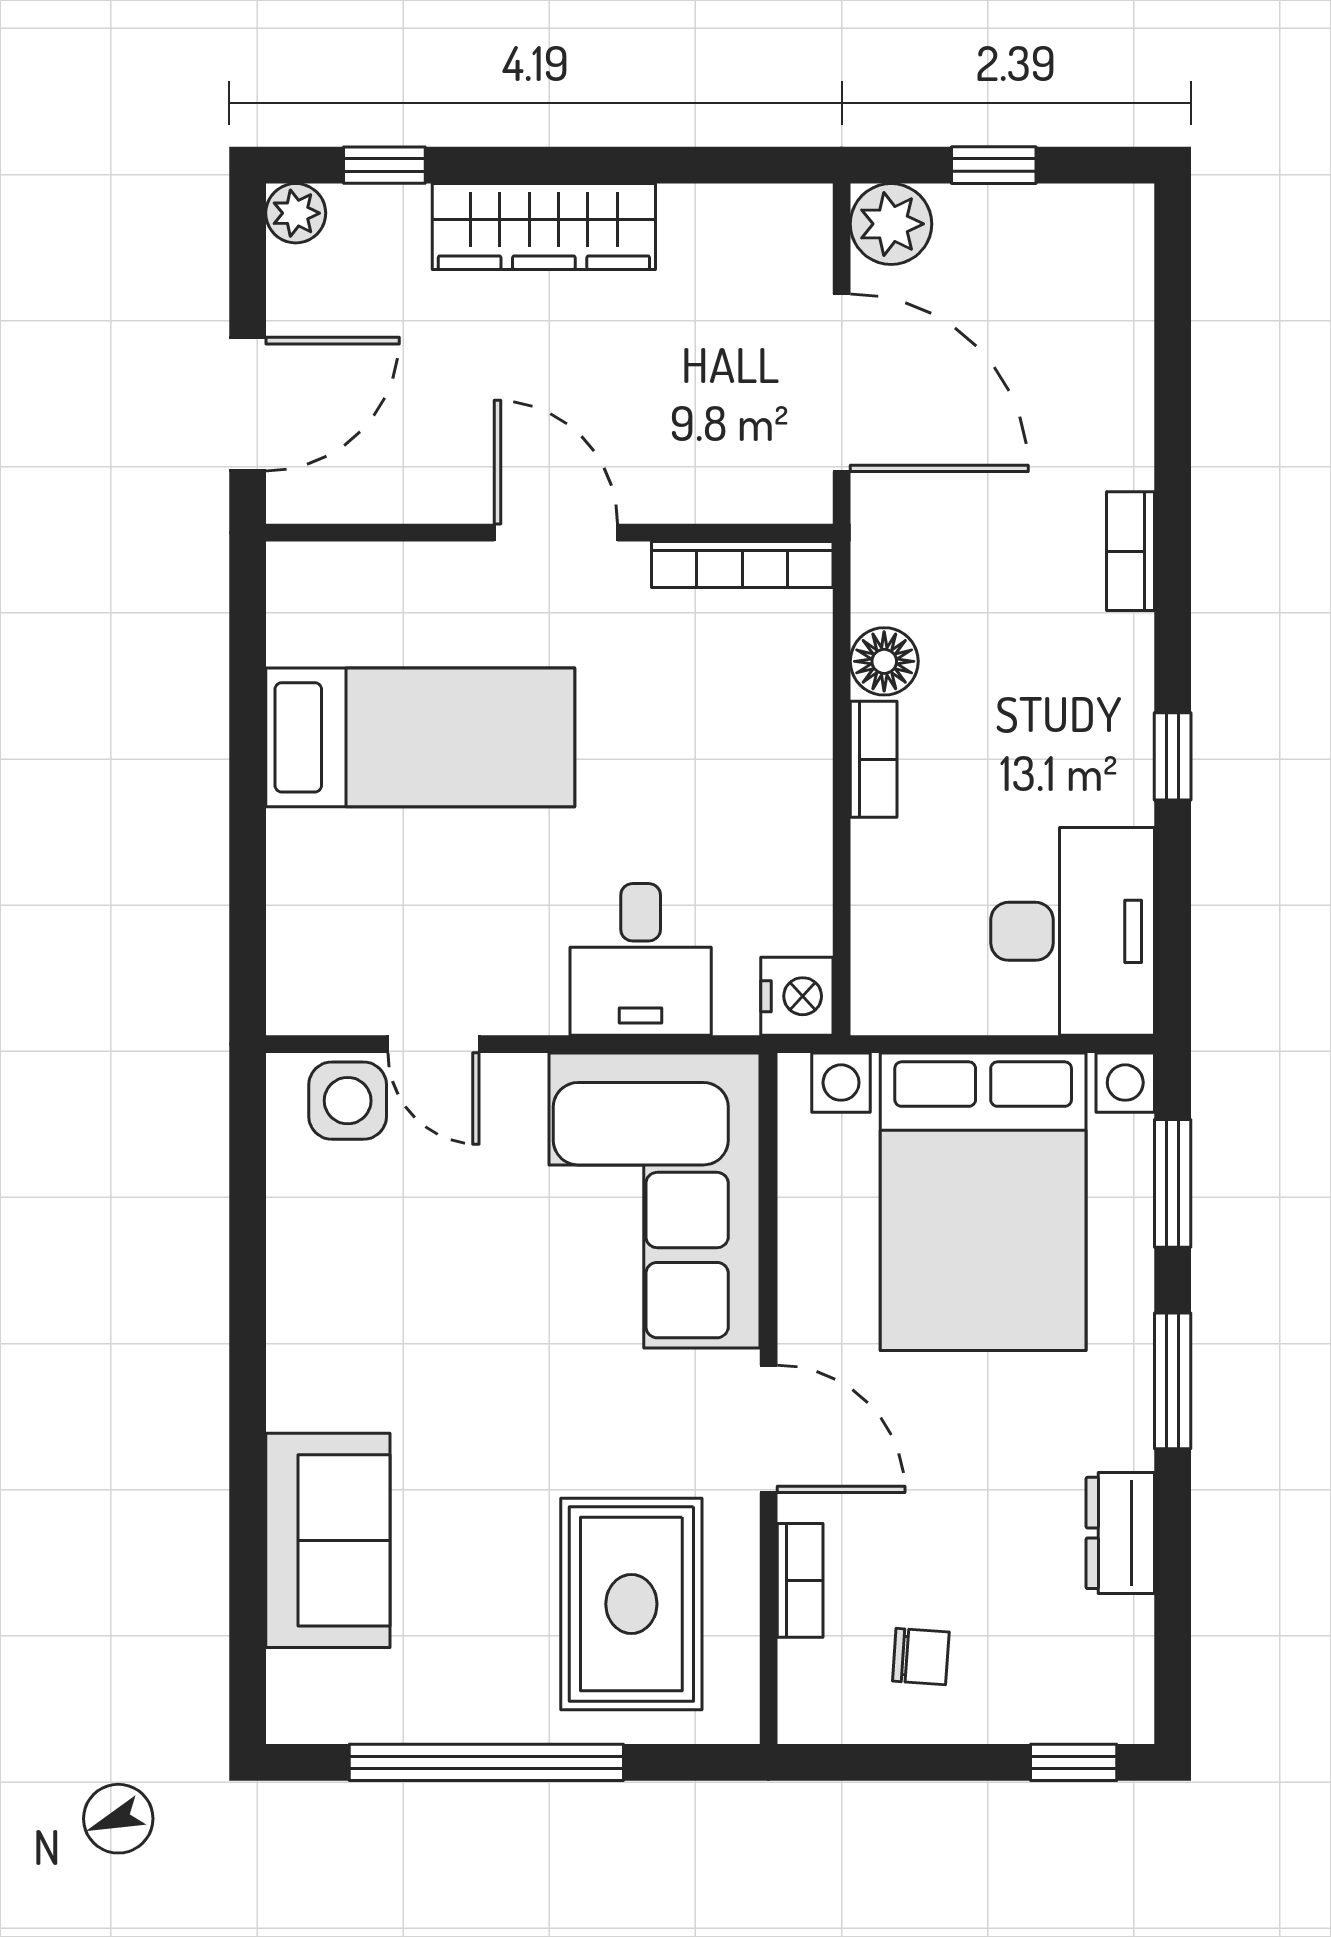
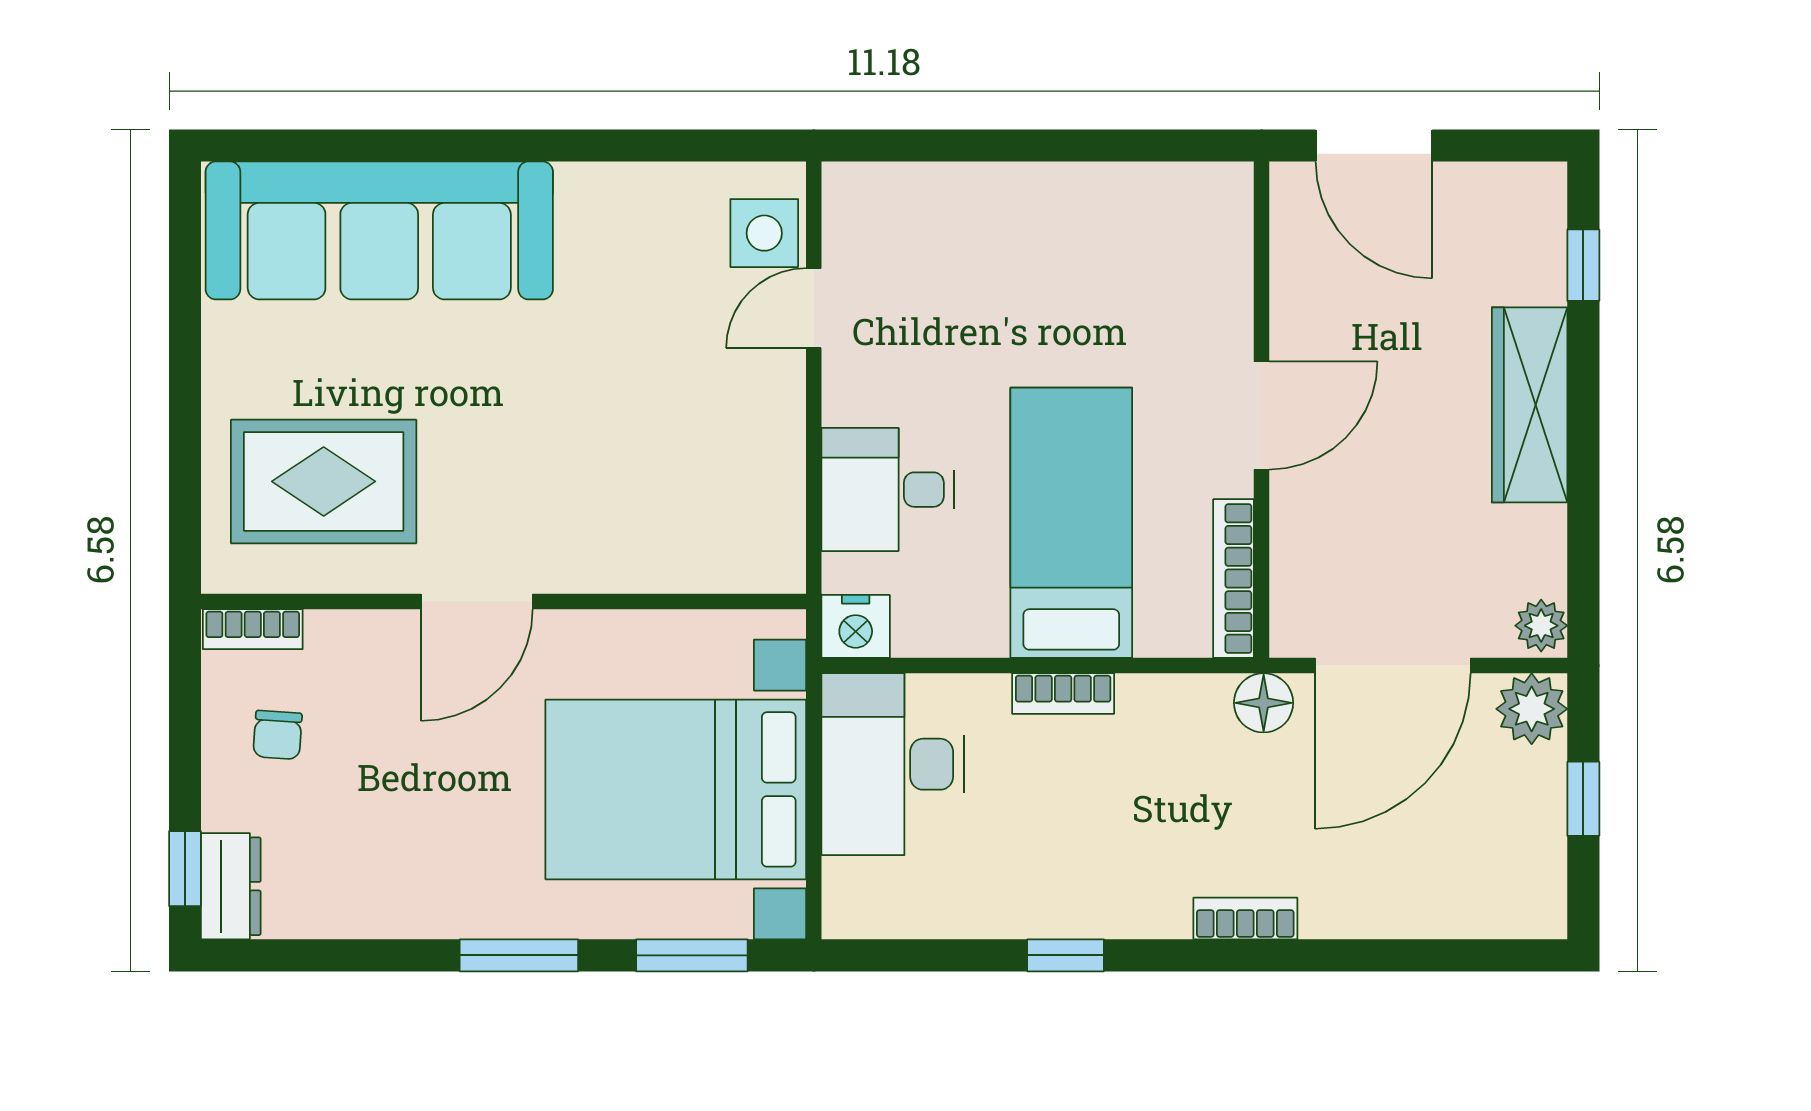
plant: (296, 213) -> (1541, 626), moved
floor lamp: (884, 661) -> (1264, 703), moved
bed: (420, 737) -> (1071, 523), moved, turned 180
desk: (1073, 931) -> (893, 764), moved, turned 90
corner sofa: (654, 1200) -> (677, 502), removed
dresser: (1120, 1533) -> (231, 886), moved, turned 90
sofa: (328, 1540) -> (379, 230), width x1.85, depth x1.27
bookcase: (800, 1580) -> (253, 629), moved
window: (486, 1762) -> (185, 355), removed

